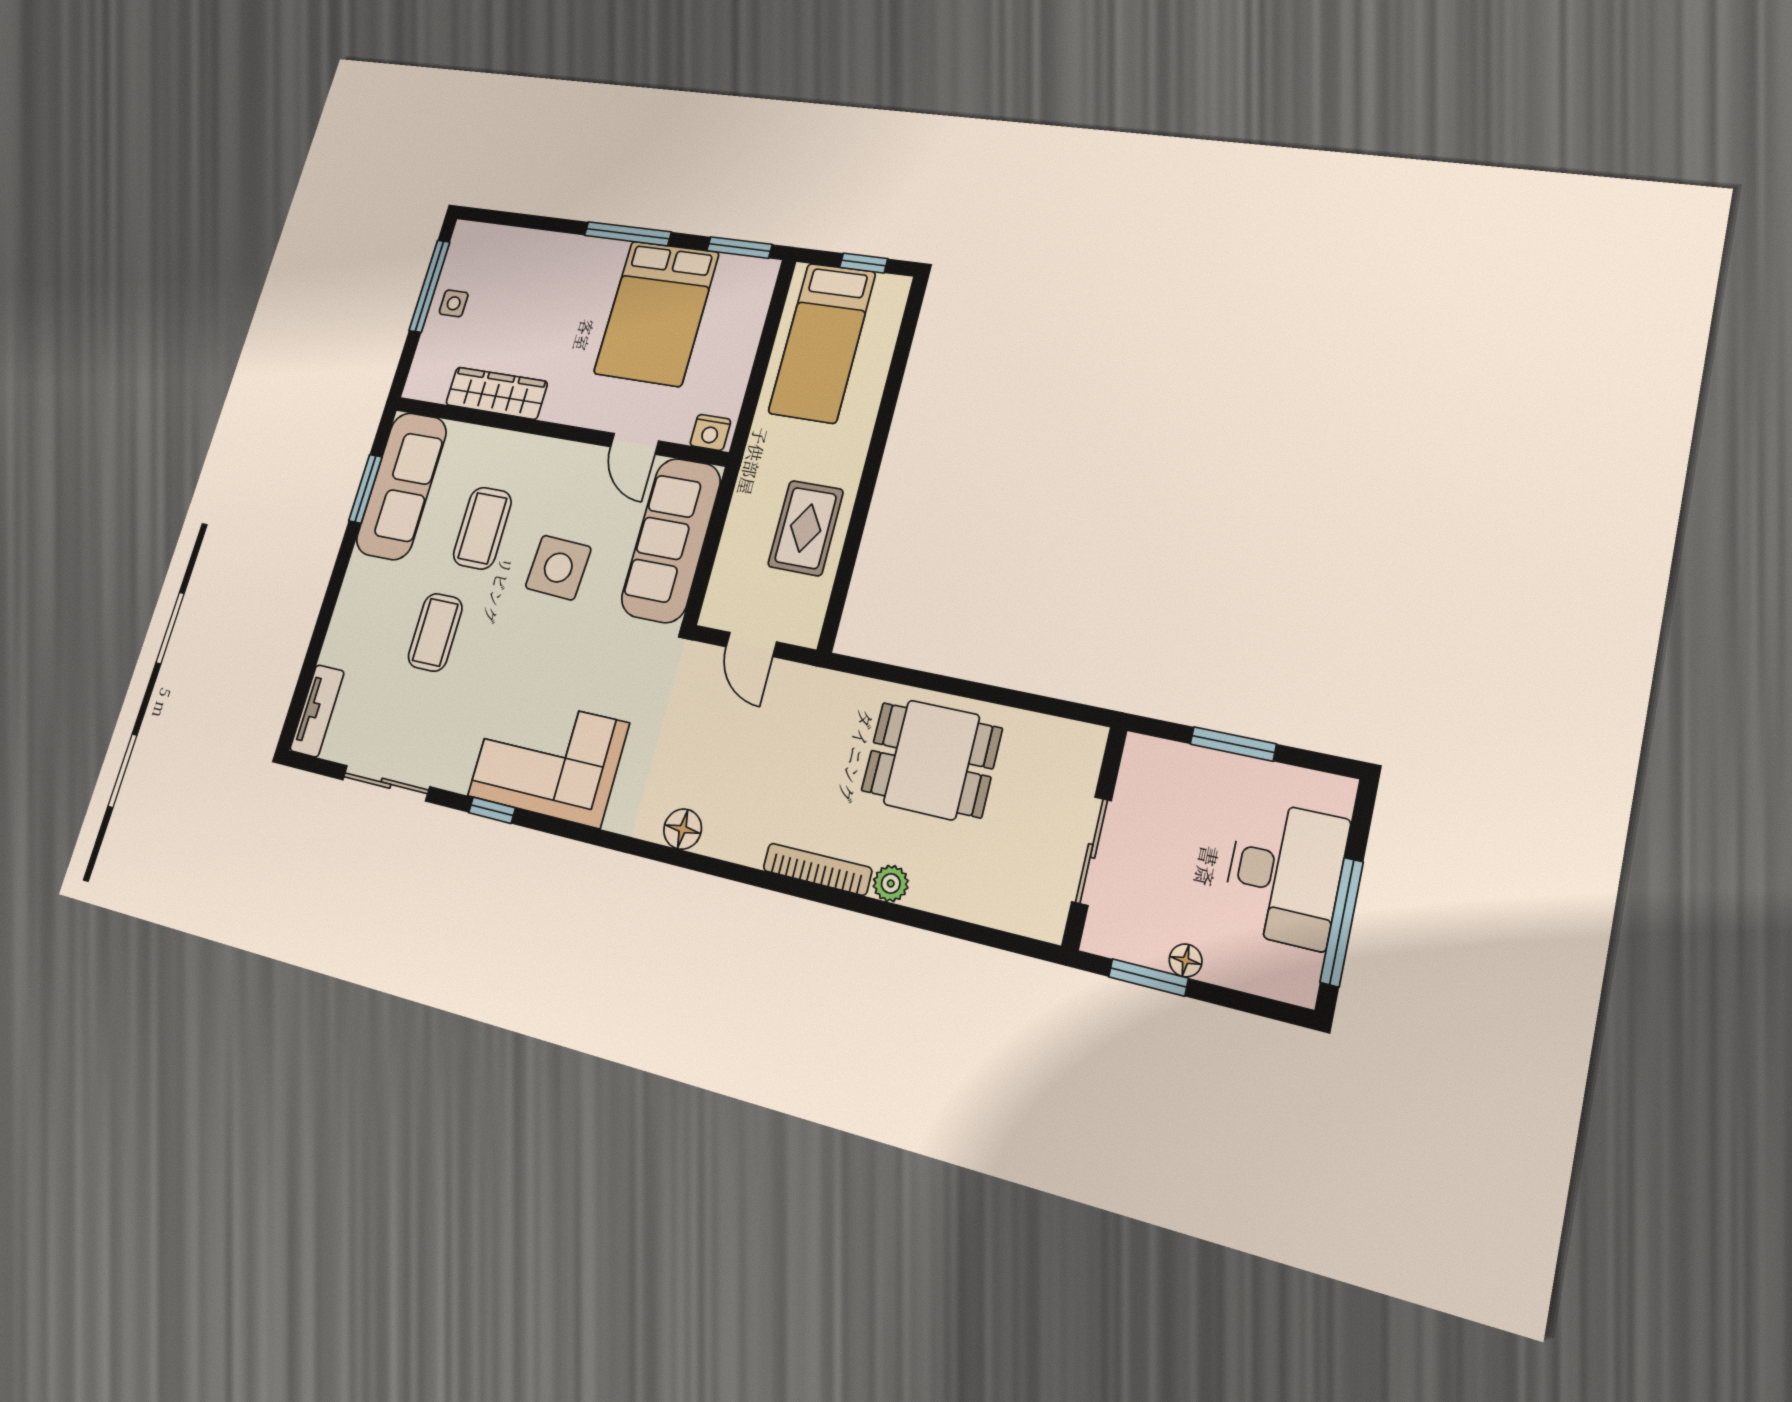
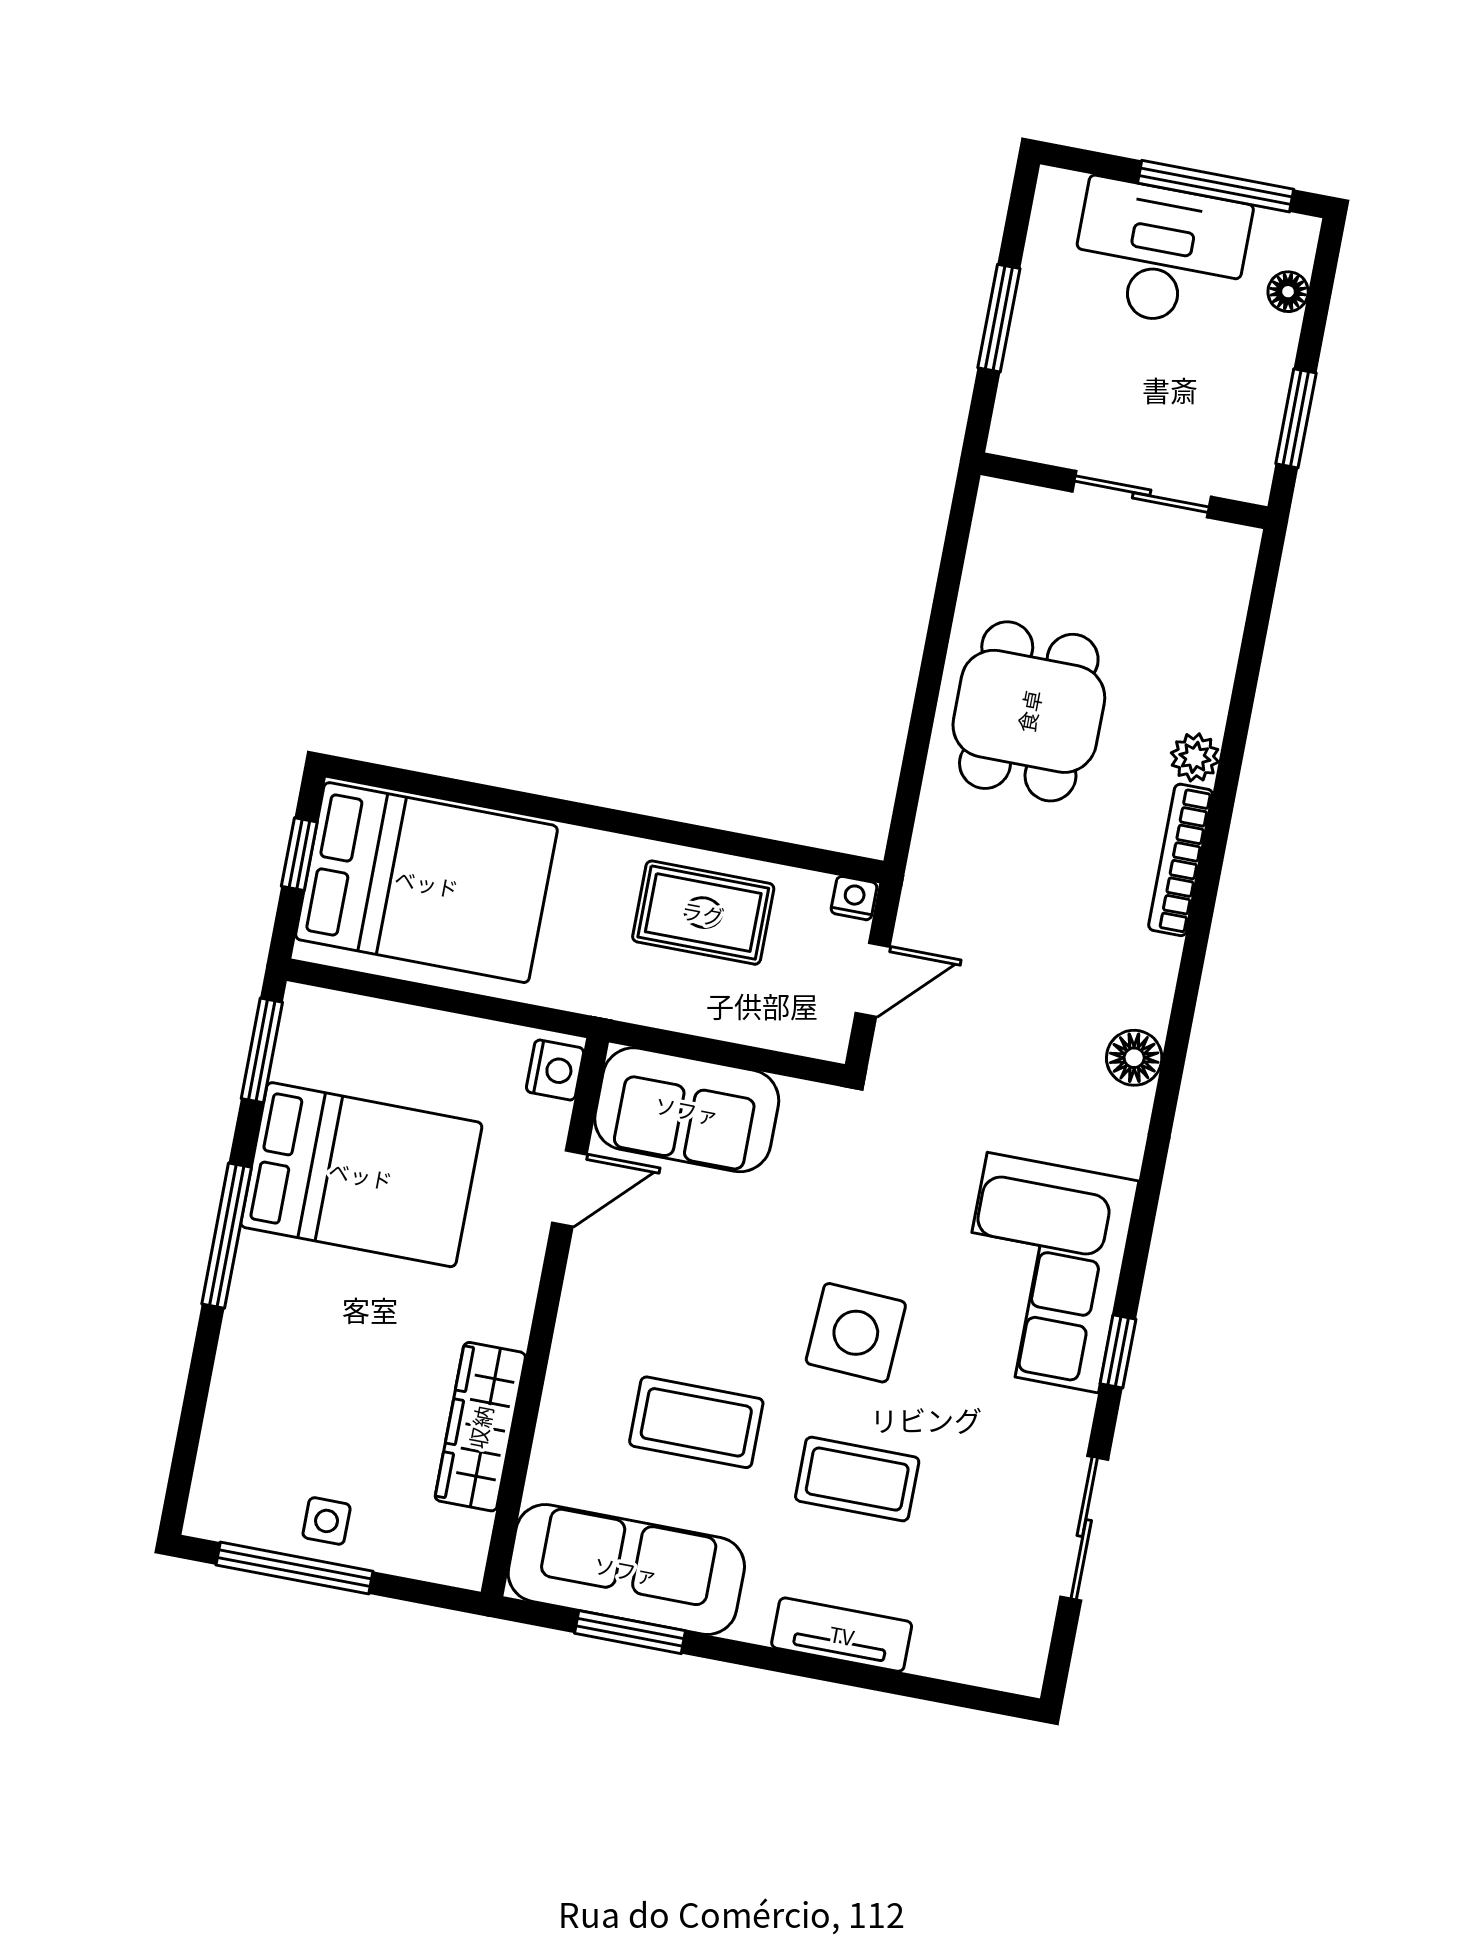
bed: (822, 342) -> (427, 883), width x1.50
sofa: (671, 540) -> (687, 1110), width x0.73
side table: (558, 568) -> (856, 1333), moved
nightstand: (808, 632) -> (854, 898), added
tv unit: (317, 711) -> (842, 1635), moved
floor lamp: (1186, 960) -> (1288, 292), moved

